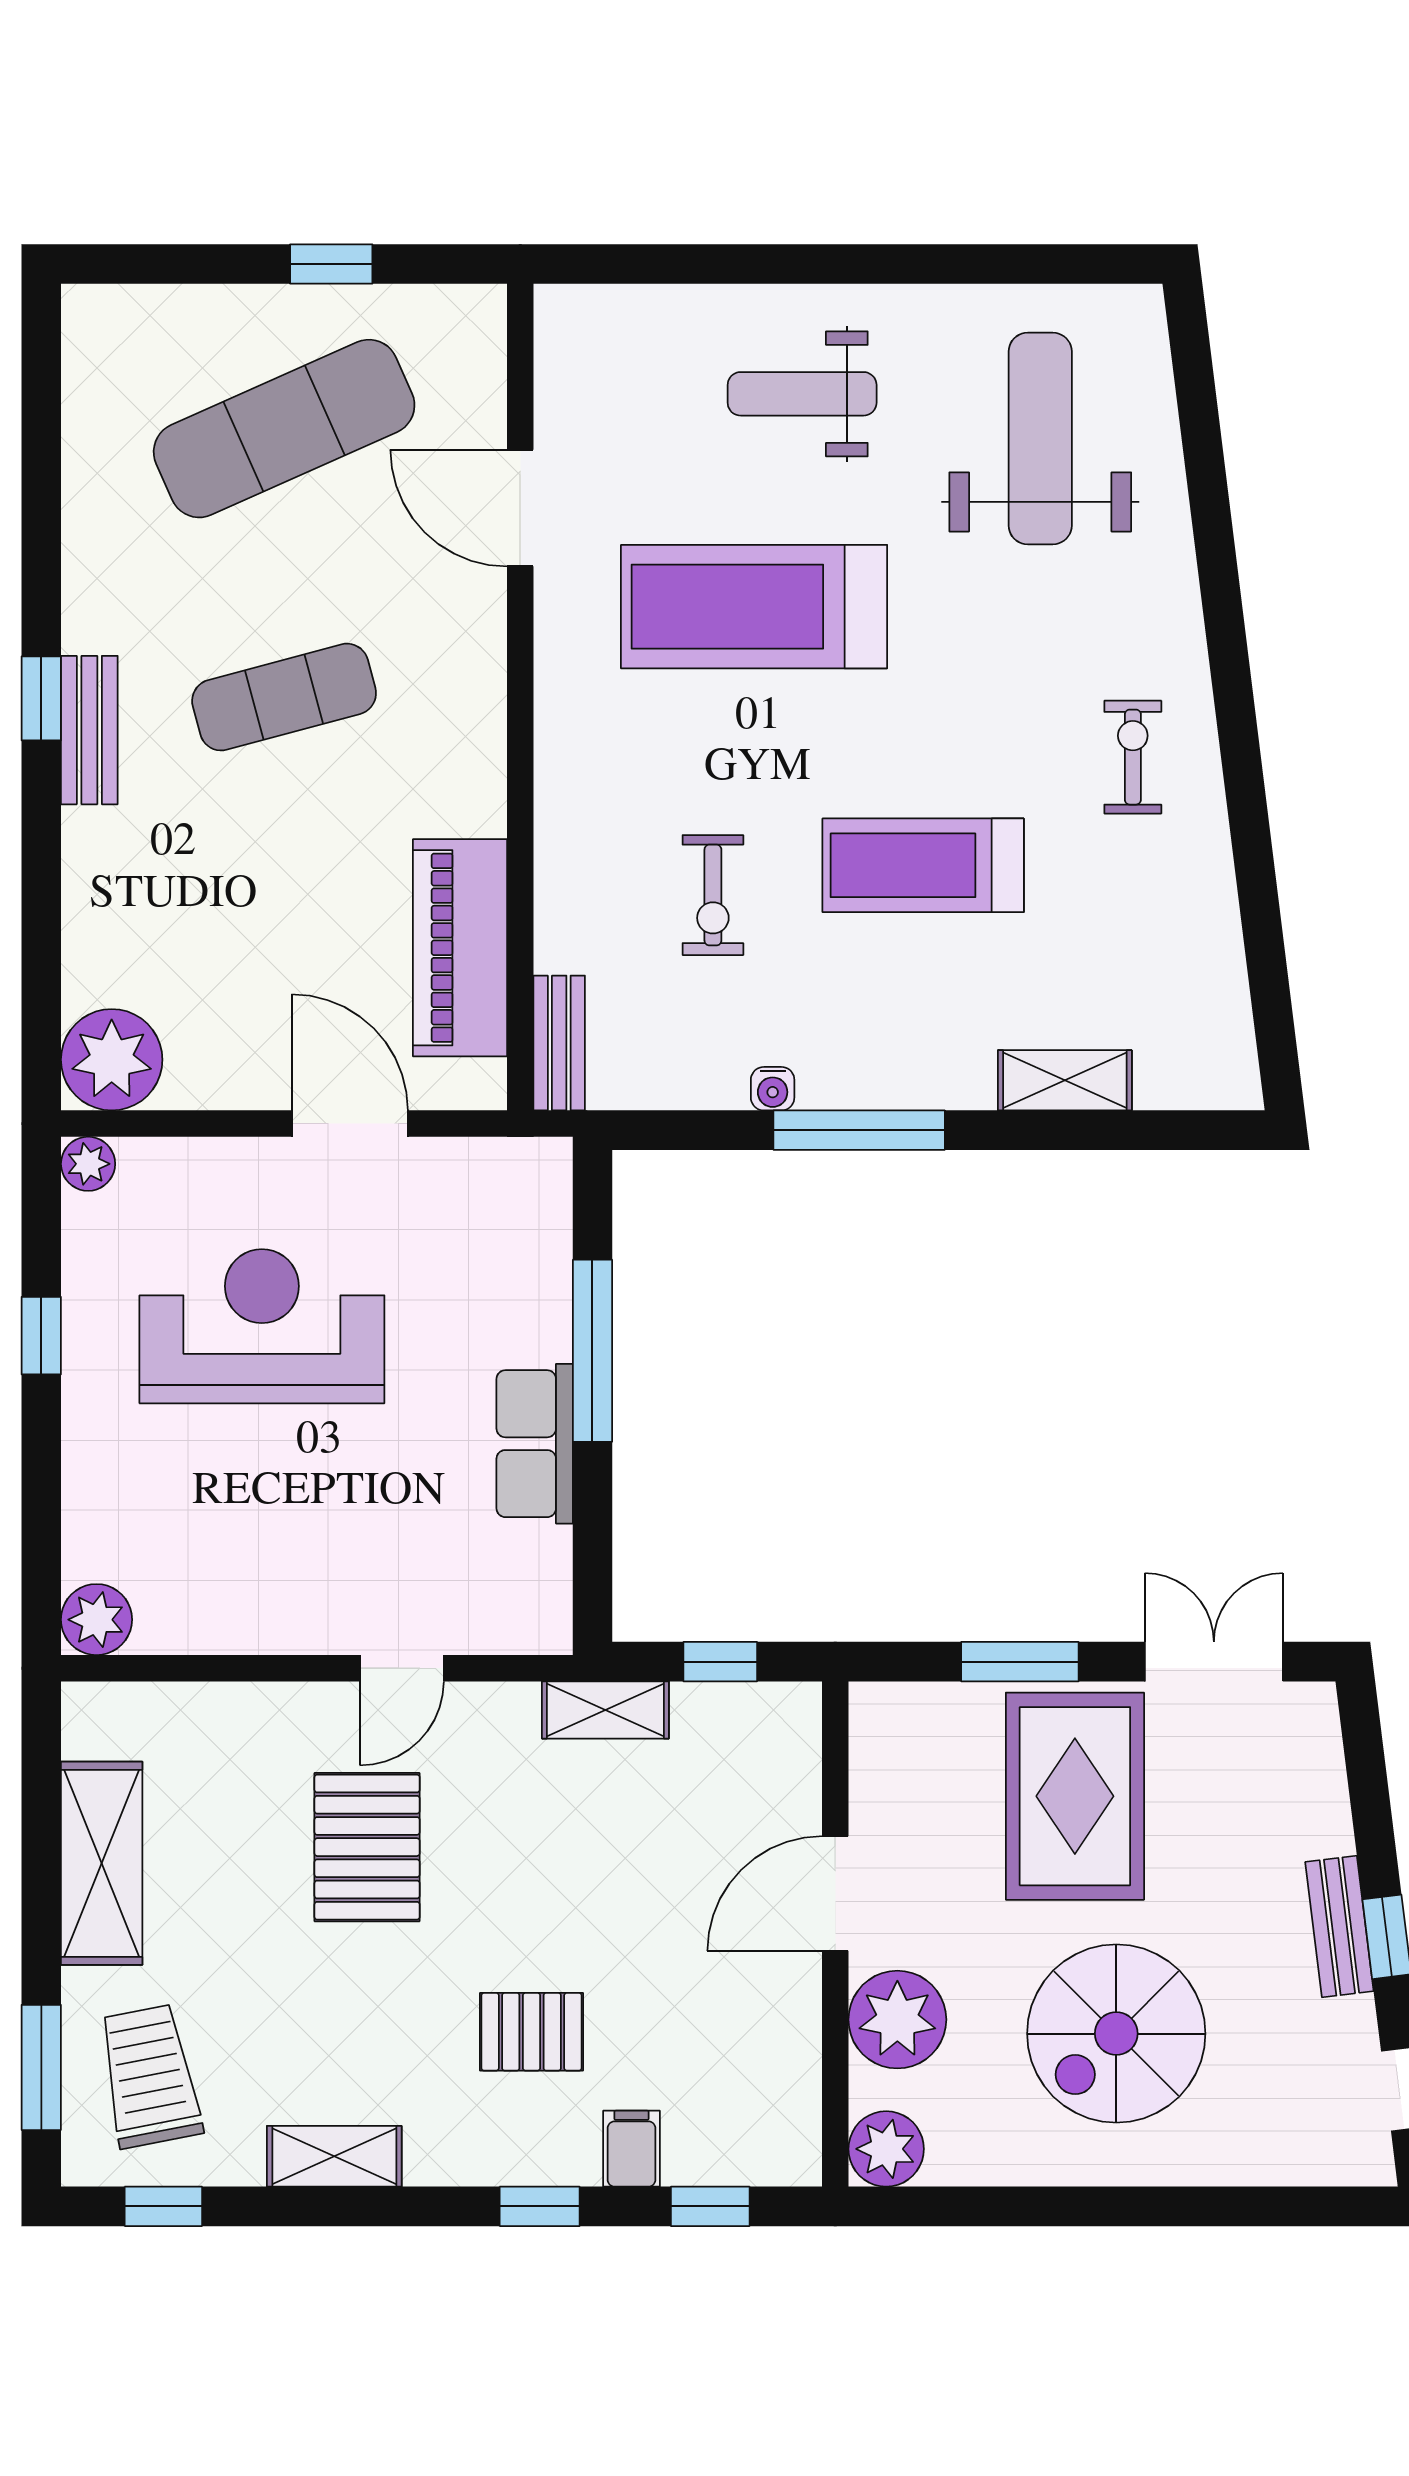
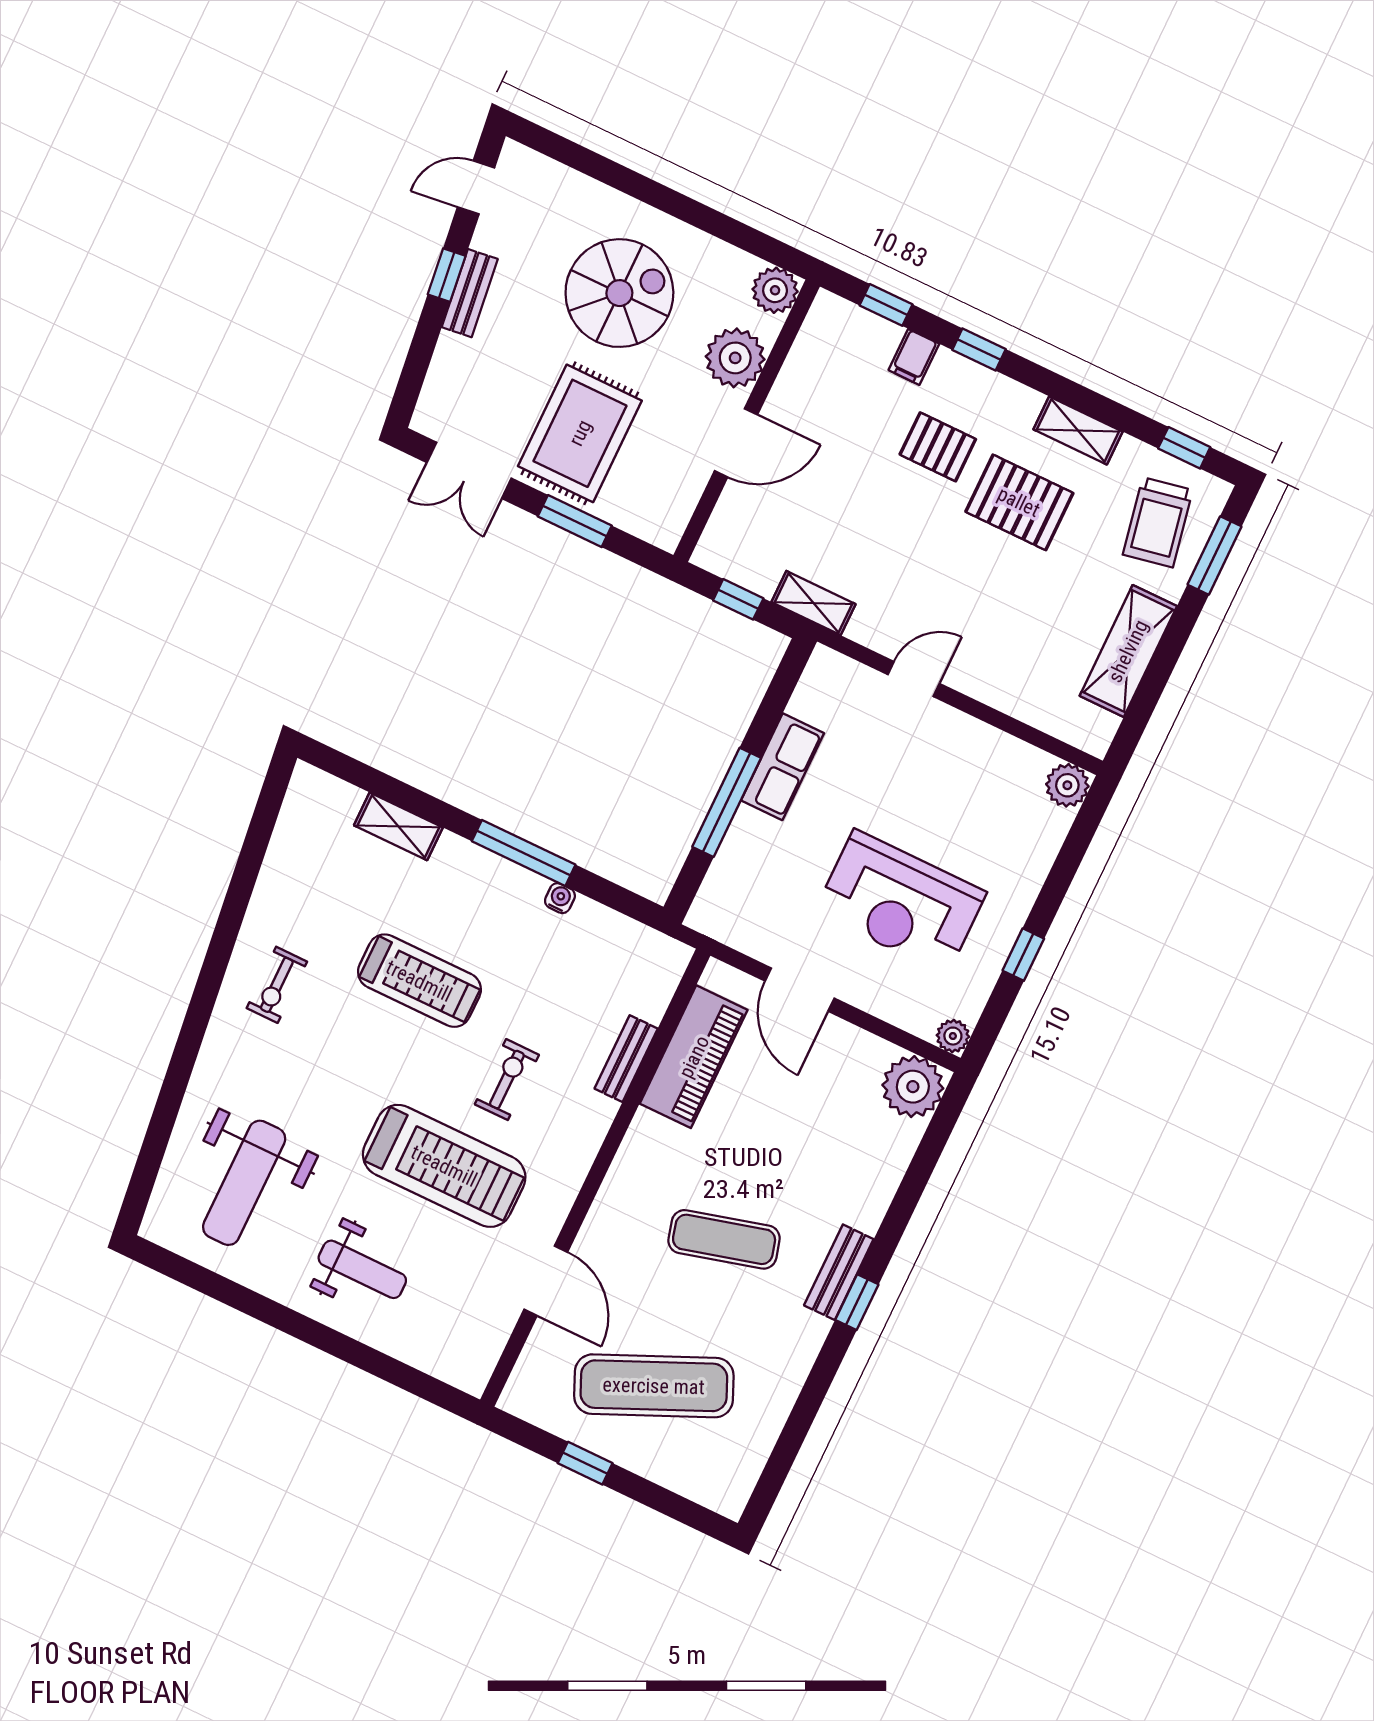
exercise bike: (713, 895) -> (507, 1080), moved
bench: (559, 1043) -> (626, 1059), moved
pallet: (367, 1847) -> (1019, 502), moved, turned 90

